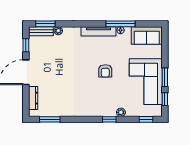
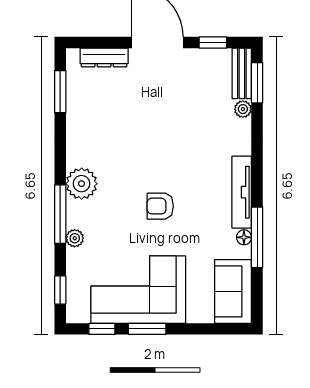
plant: (94, 109) -> (82, 184), added
window: (109, 119) -> (60, 214), width x2.17

